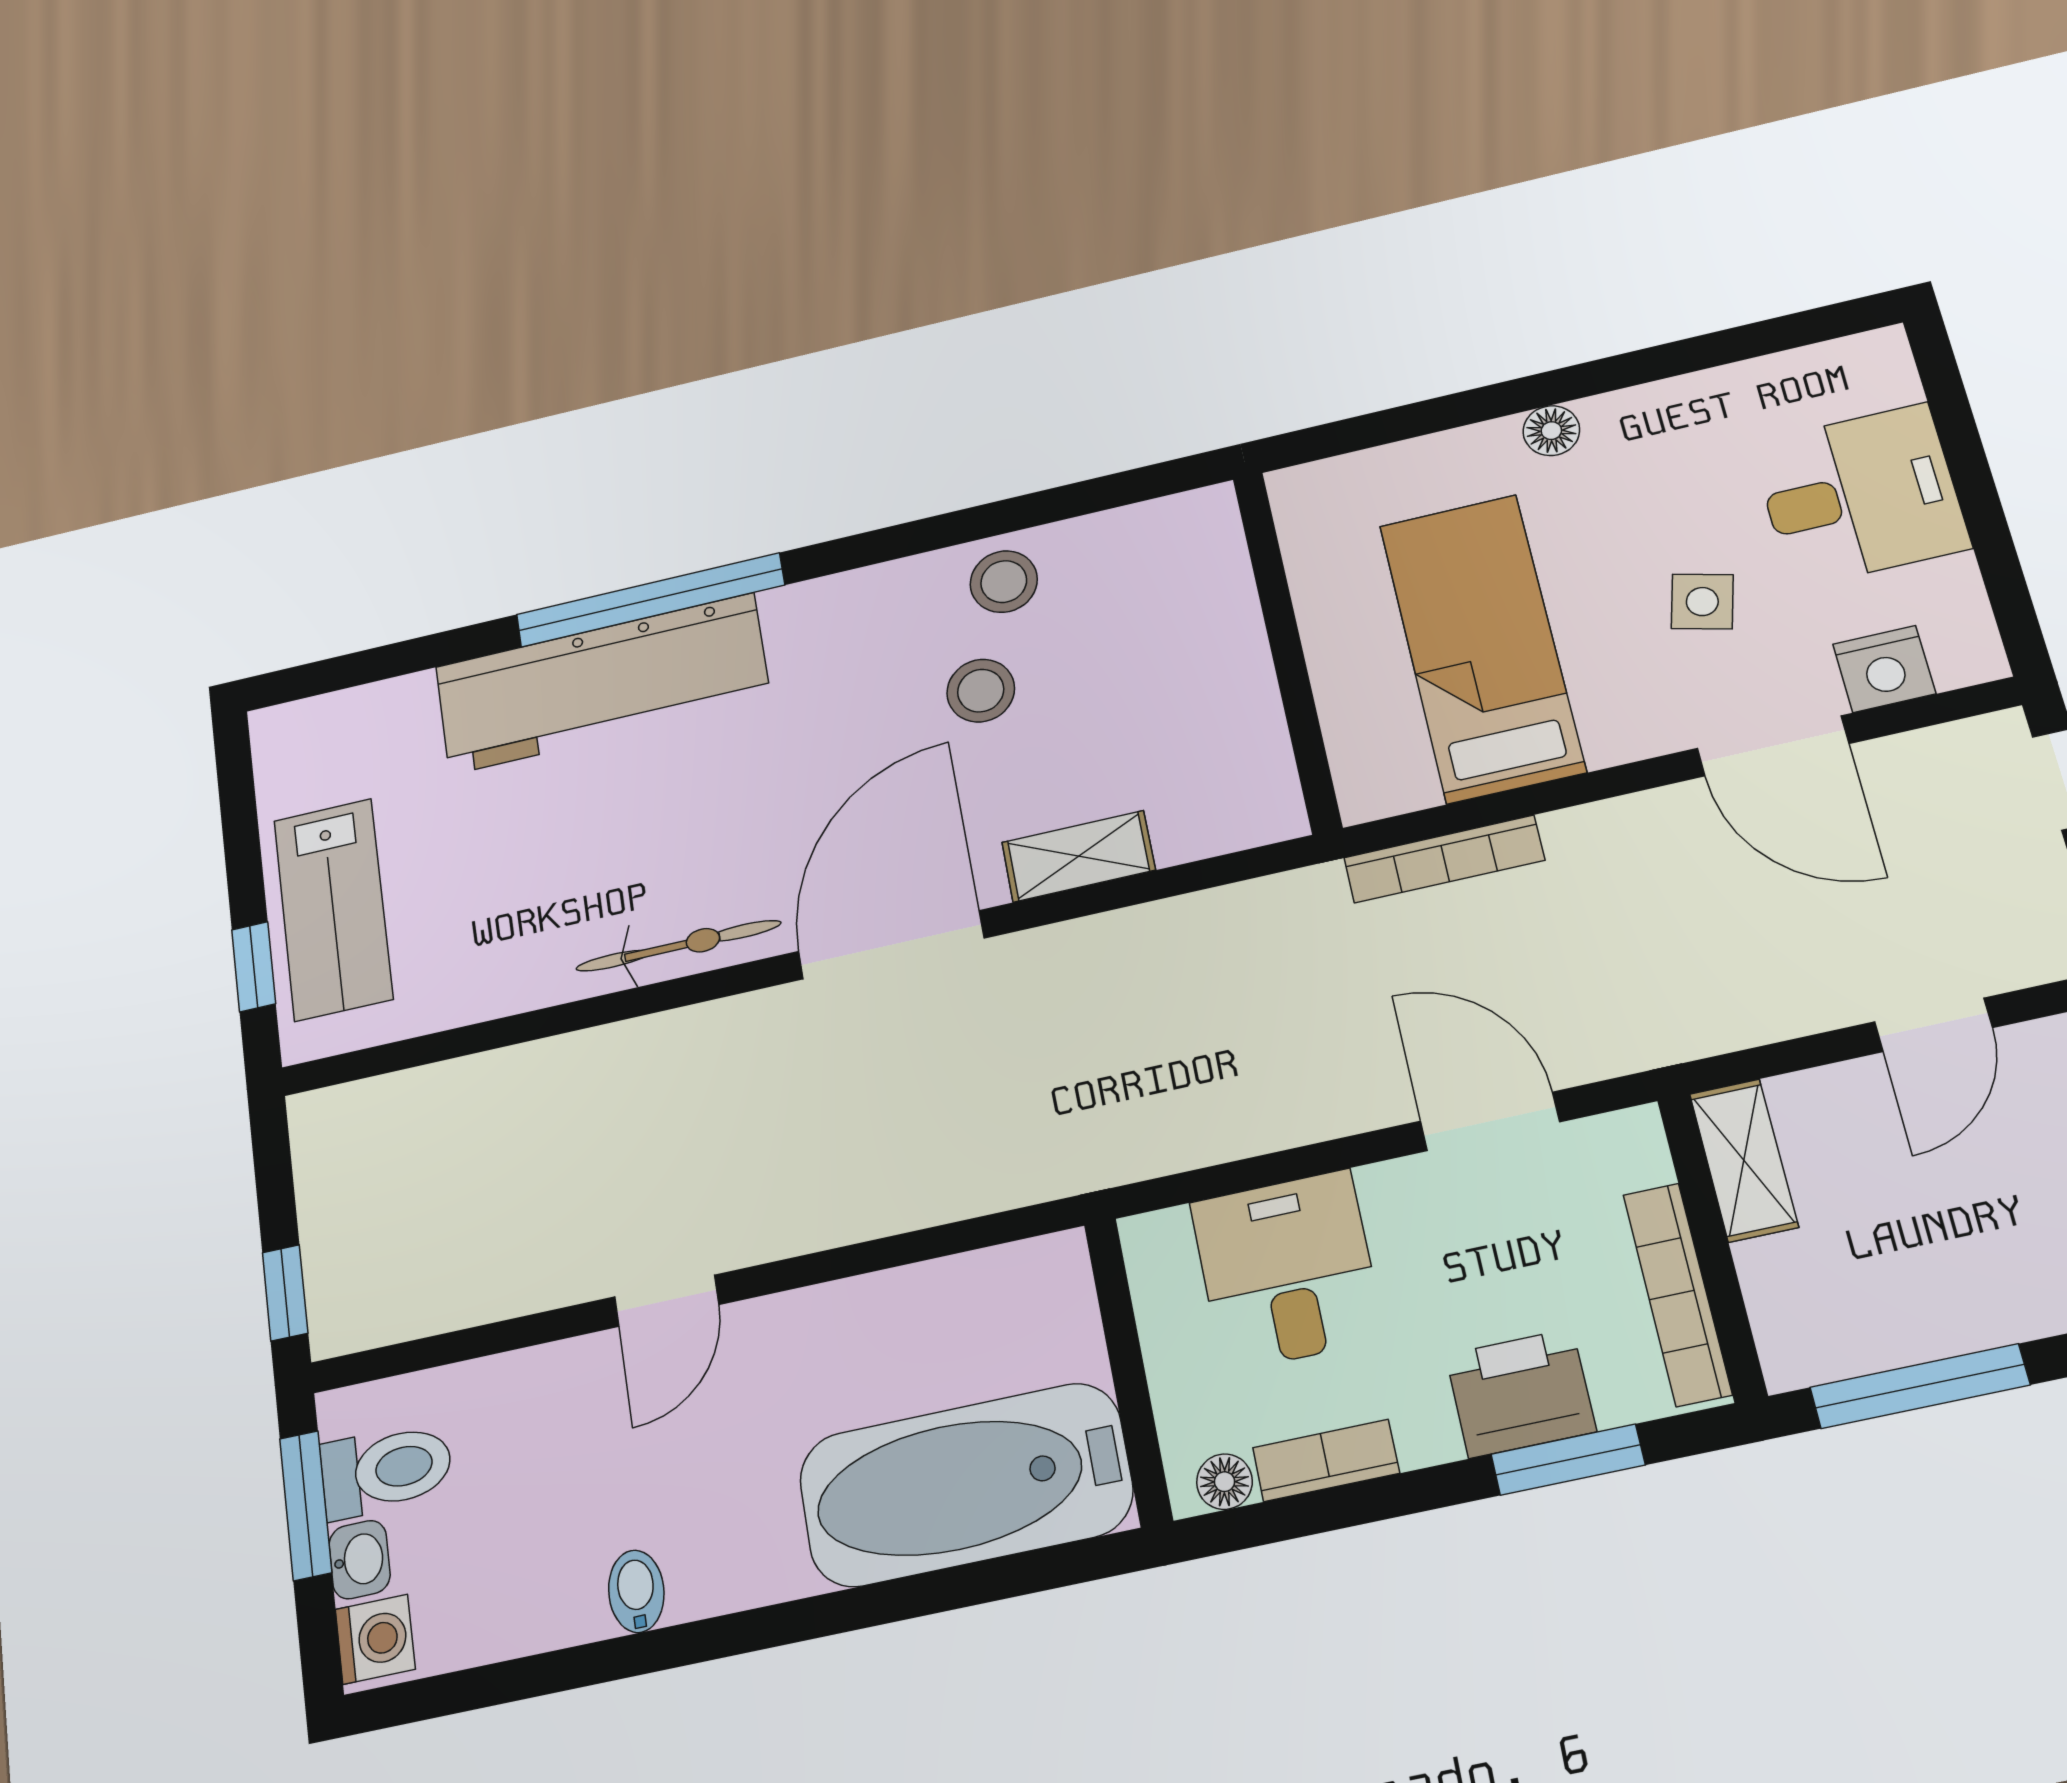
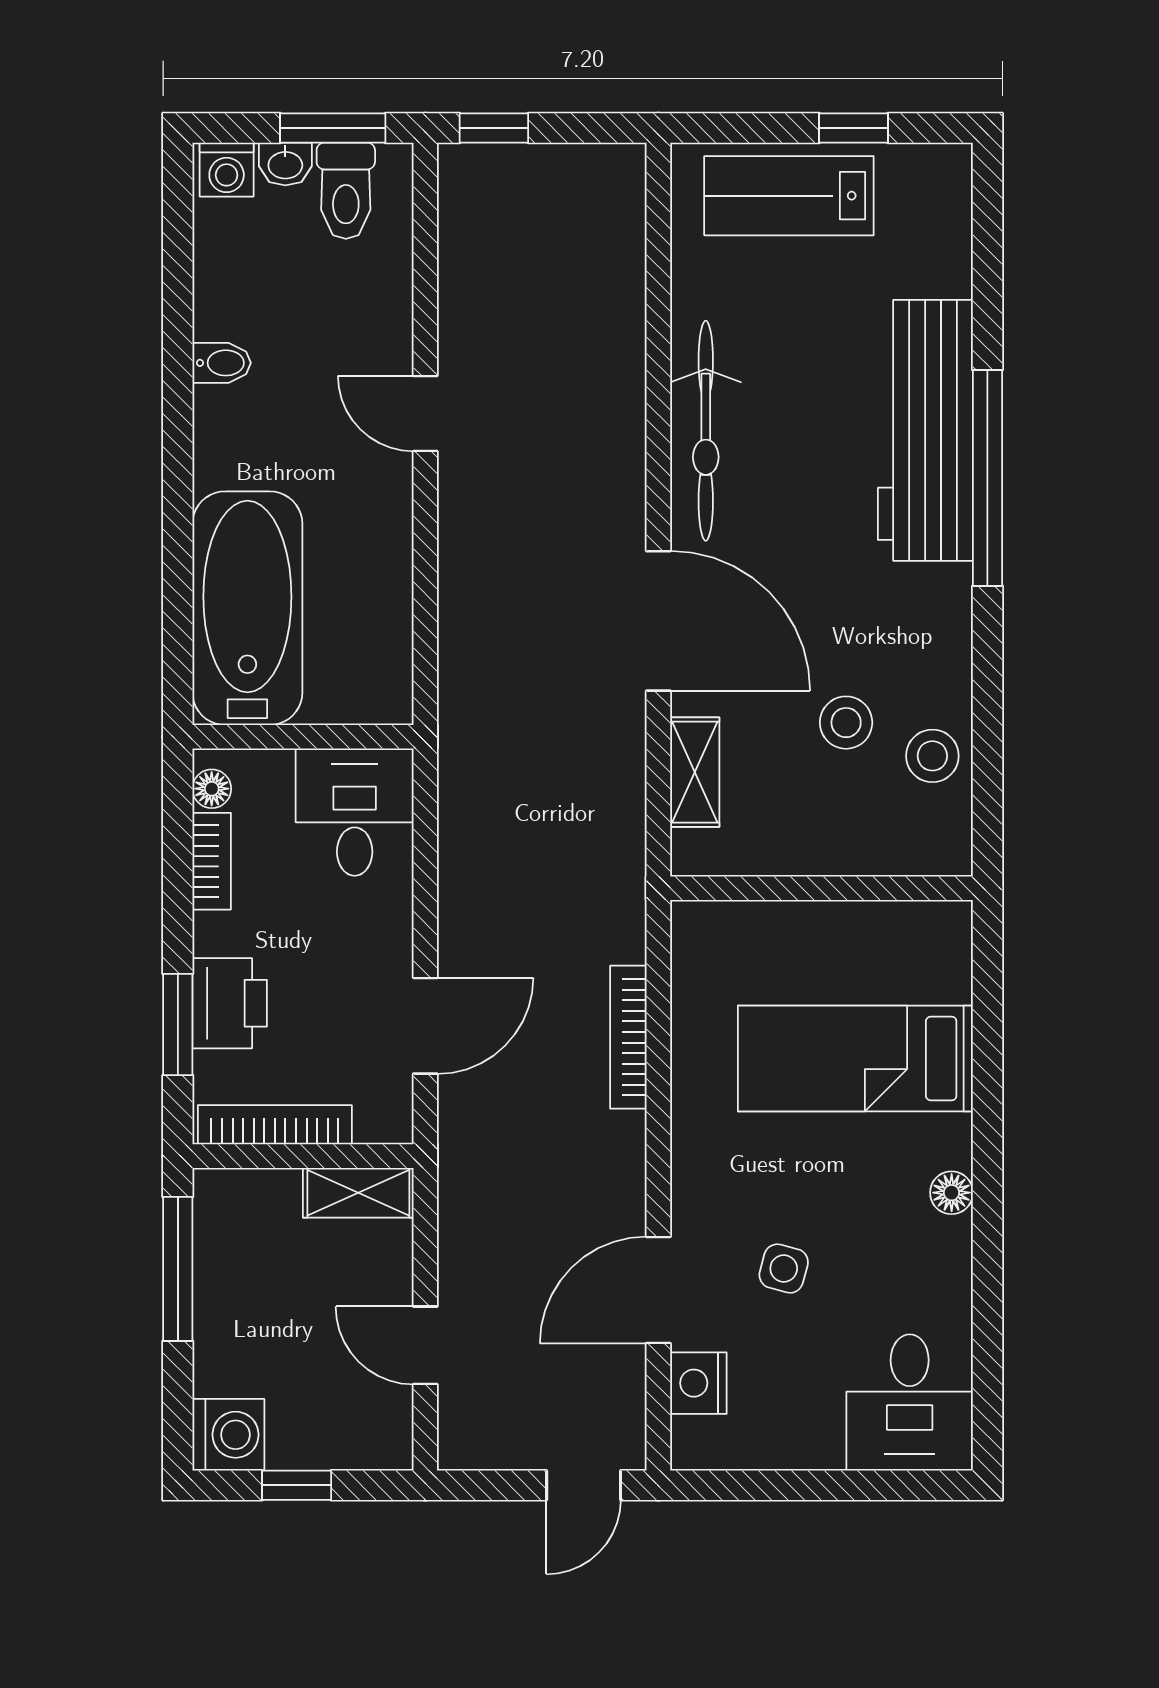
desk: (1860, 495) -> (910, 1402), moved
bed: (1482, 647) -> (855, 1059), moved, turned 180
wall: (1287, 650) -> (821, 888), moved
bicycle: (678, 946) -> (706, 431), width x1.37, depth x1.40
window: (254, 967) -> (854, 128), moved
desk: (1287, 1270) -> (355, 812), moved, turned -90

